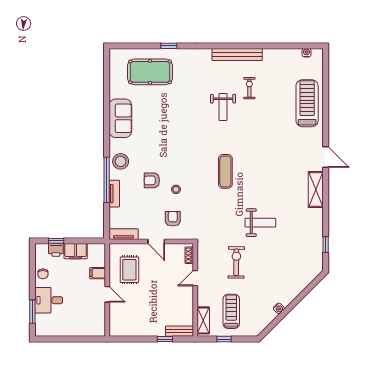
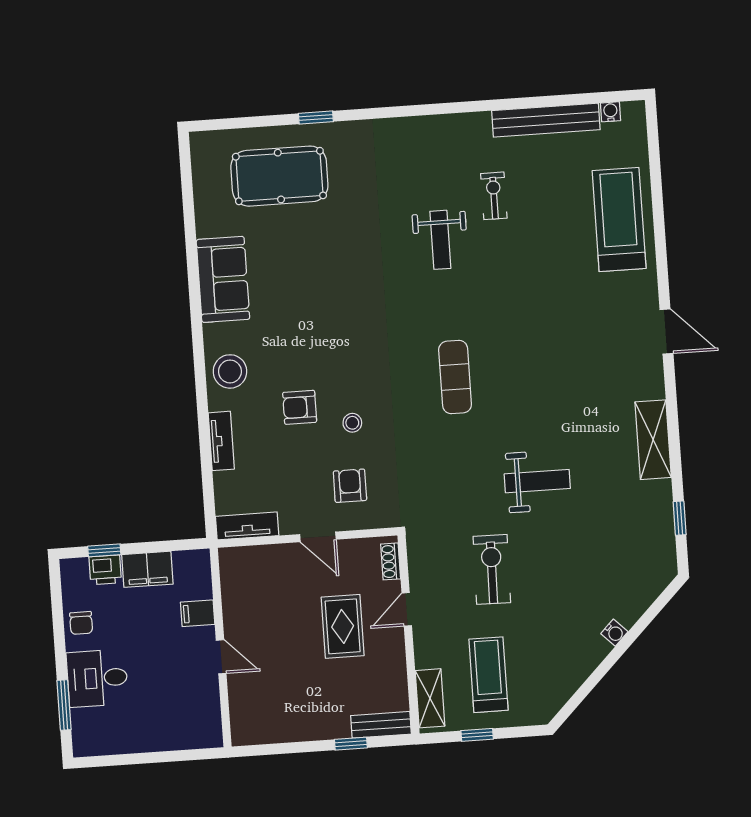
bench: (237, 55) -> (546, 120), moved
window: (107, 180) -> (203, 413), removed
shelving: (316, 190) -> (653, 440), moved
rug: (129, 270) -> (343, 626), moved
water cooler: (279, 308) -> (614, 633), moved

